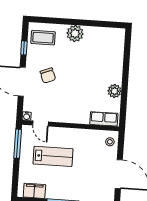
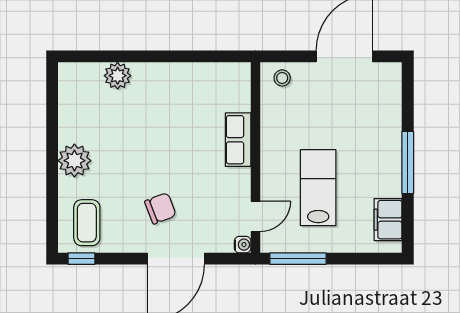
window: (24, 48) -> (81, 259), moved
plant: (114, 91) -> (118, 76), moved
row of seats: (104, 119) -> (238, 140), moved

